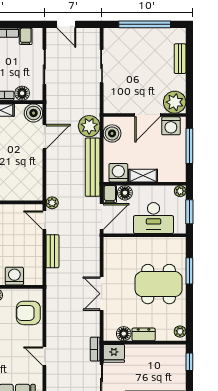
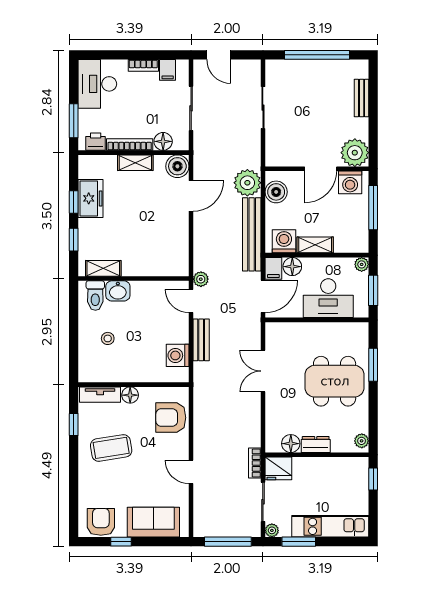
washing machine: (14, 276) -> (178, 355), moved, turned -90
double door: (102, 294) -> (263, 371), moved

